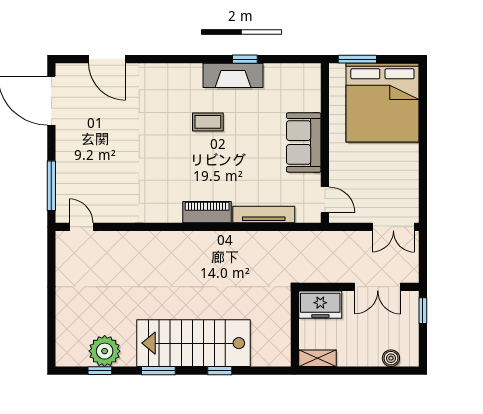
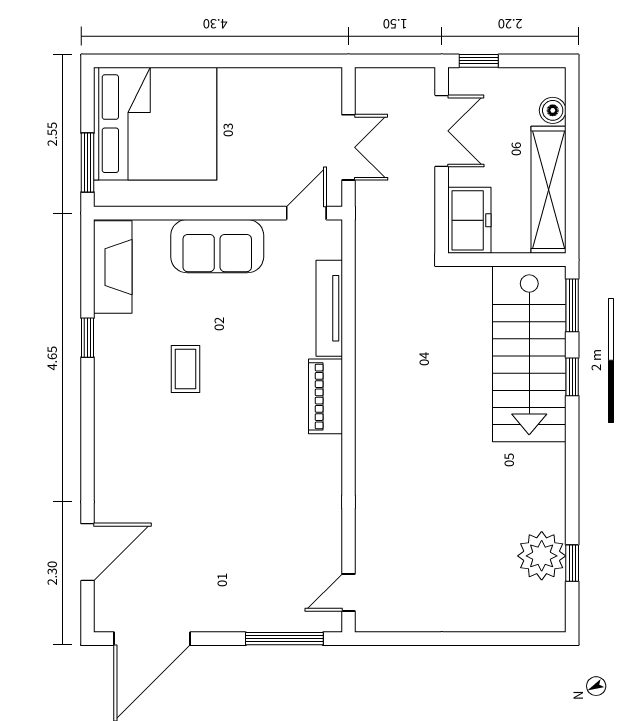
fireplace: (233, 75) -> (113, 267), moved
coffee table: (208, 122) -> (186, 369), moved
double door: (393, 227) -> (348, 147), moved
stairs: (194, 343) -> (529, 354), moved
shelving: (318, 358) -> (549, 190), width x2.20, depth x1.33
window: (158, 371) -> (572, 305), moved

